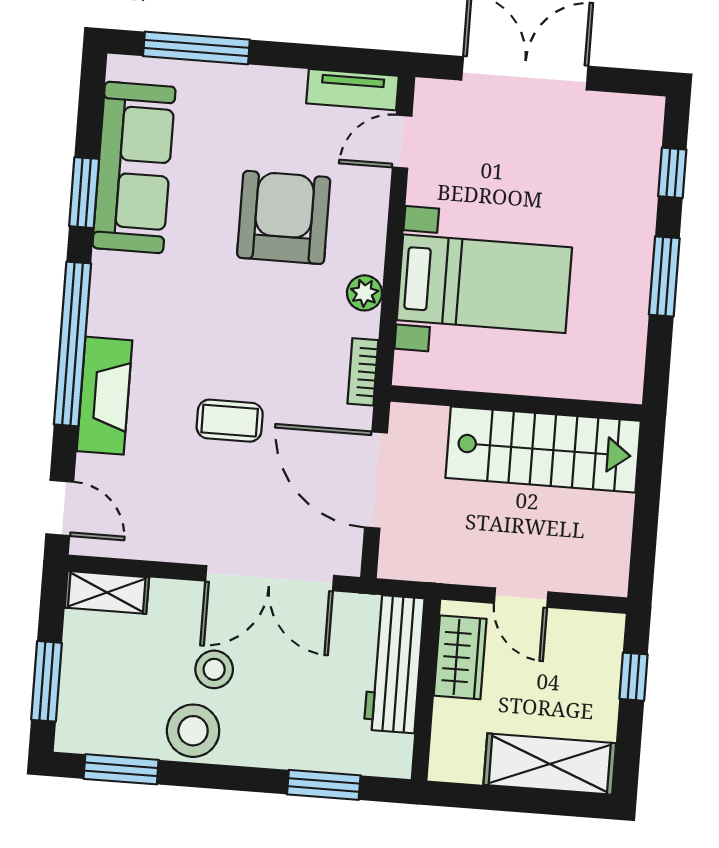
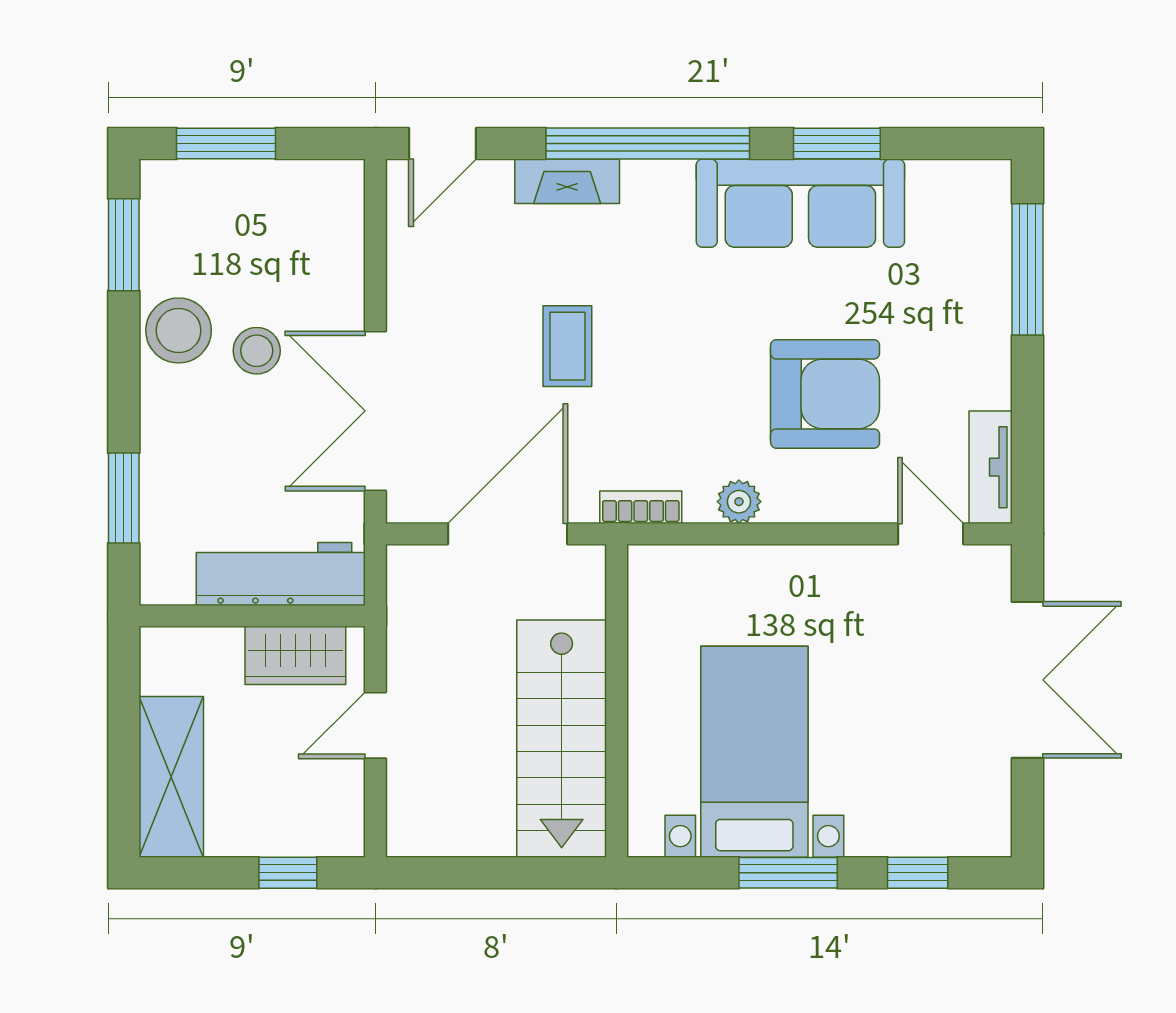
sofa: (134, 167) -> (800, 203), moved
bed with nightstands: (484, 284) -> (754, 752), moved, turned 180
fireplace: (105, 396) -> (567, 181), width x0.73, depth x0.76
shelving: (107, 592) -> (342, 210), removed

